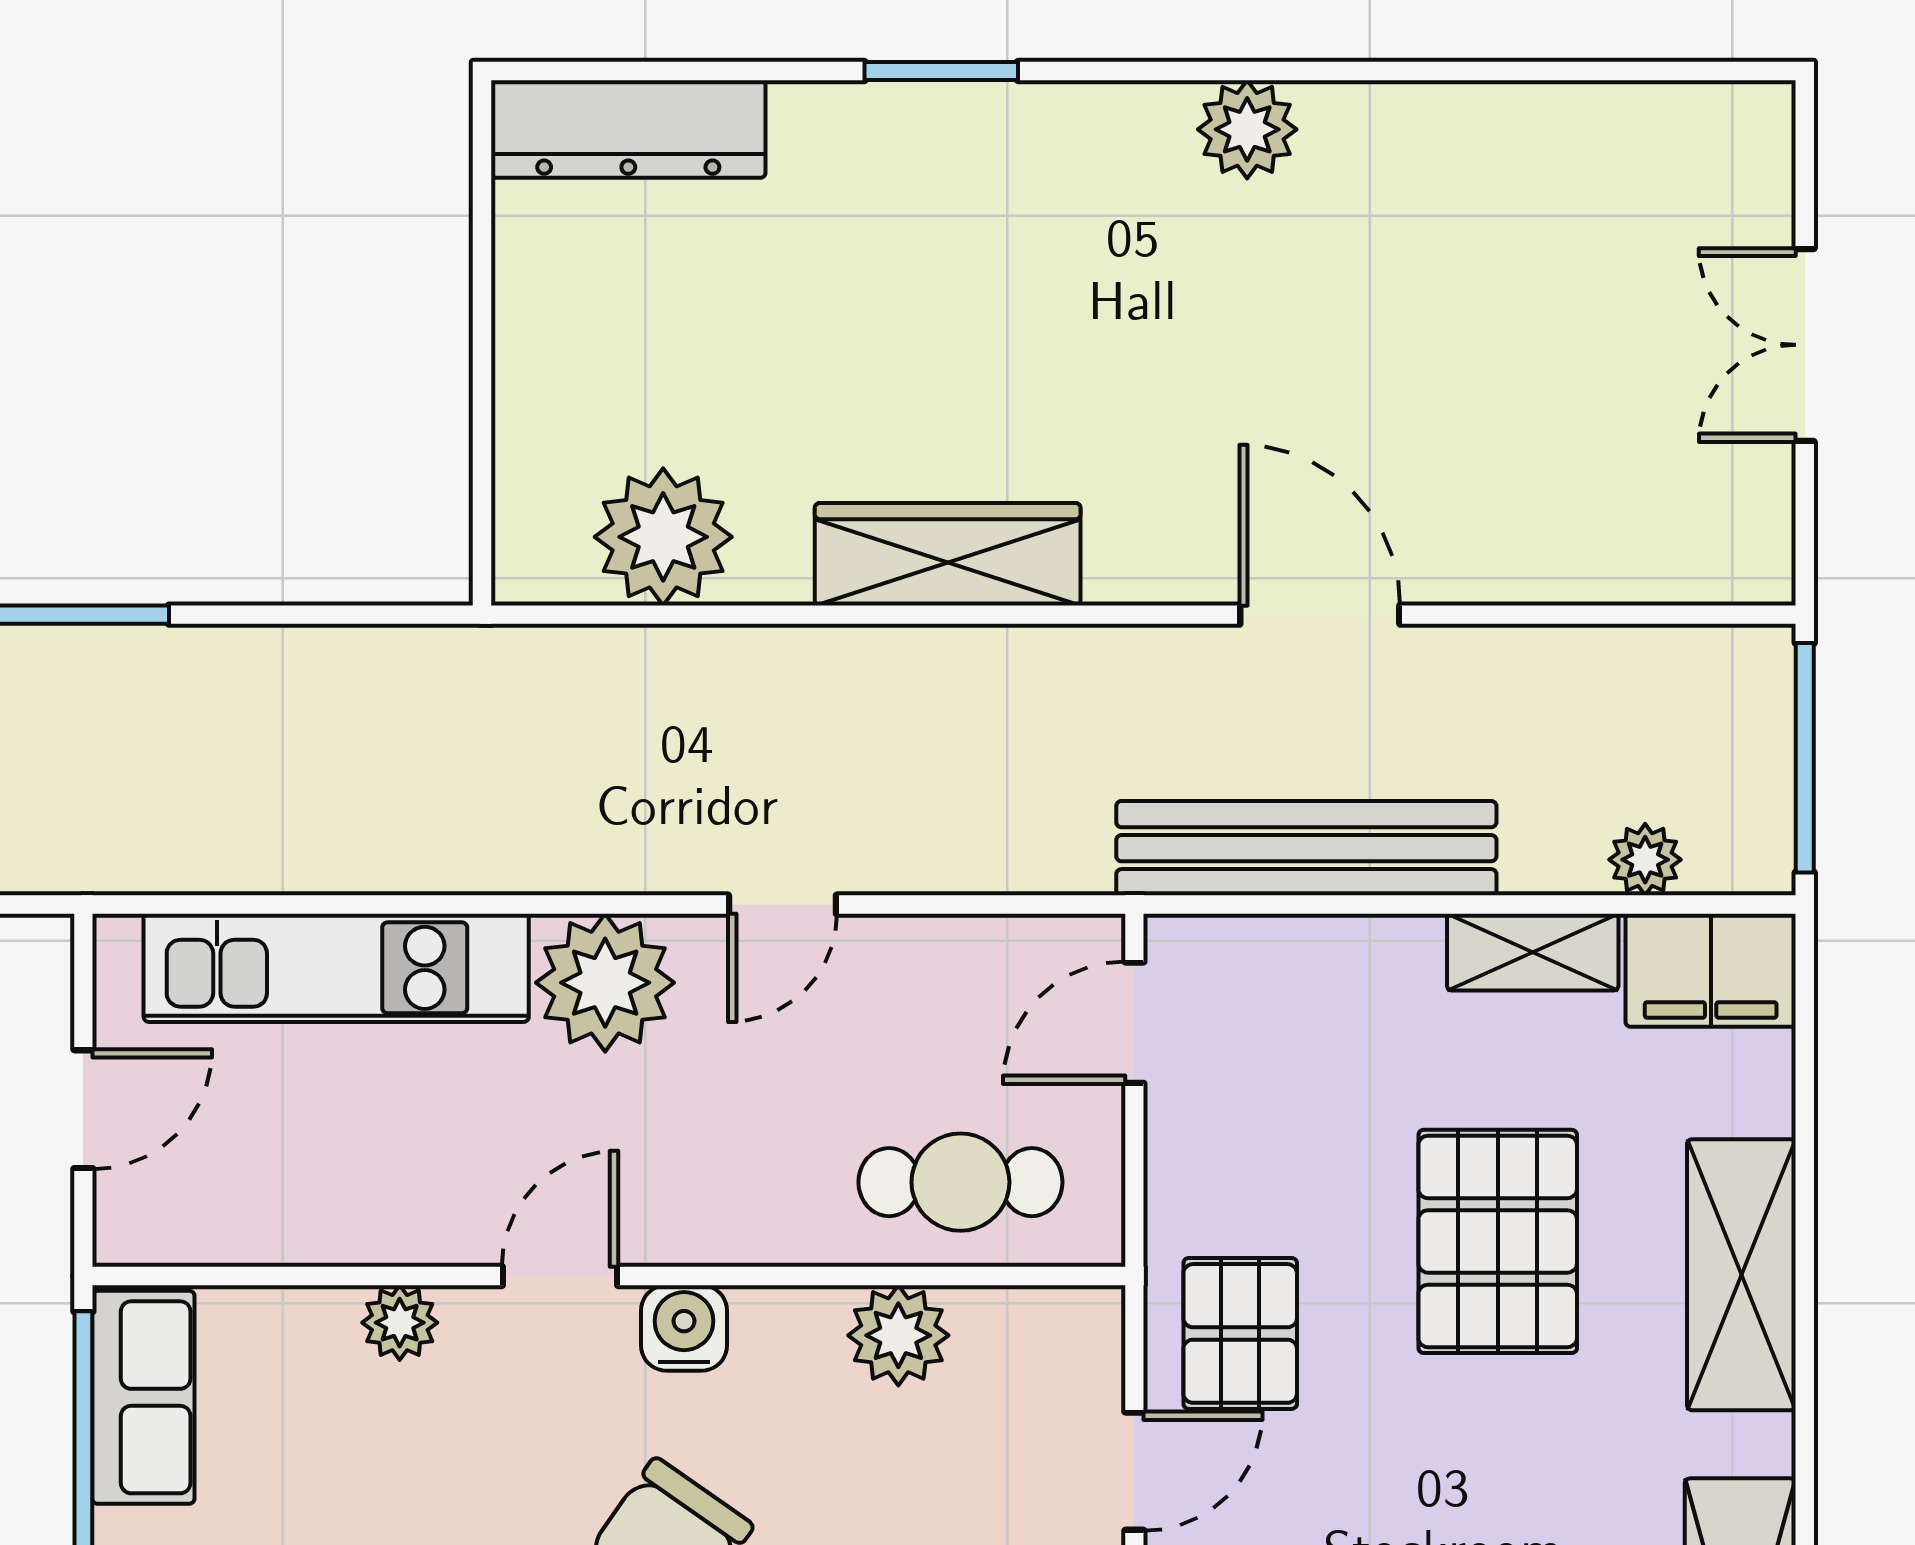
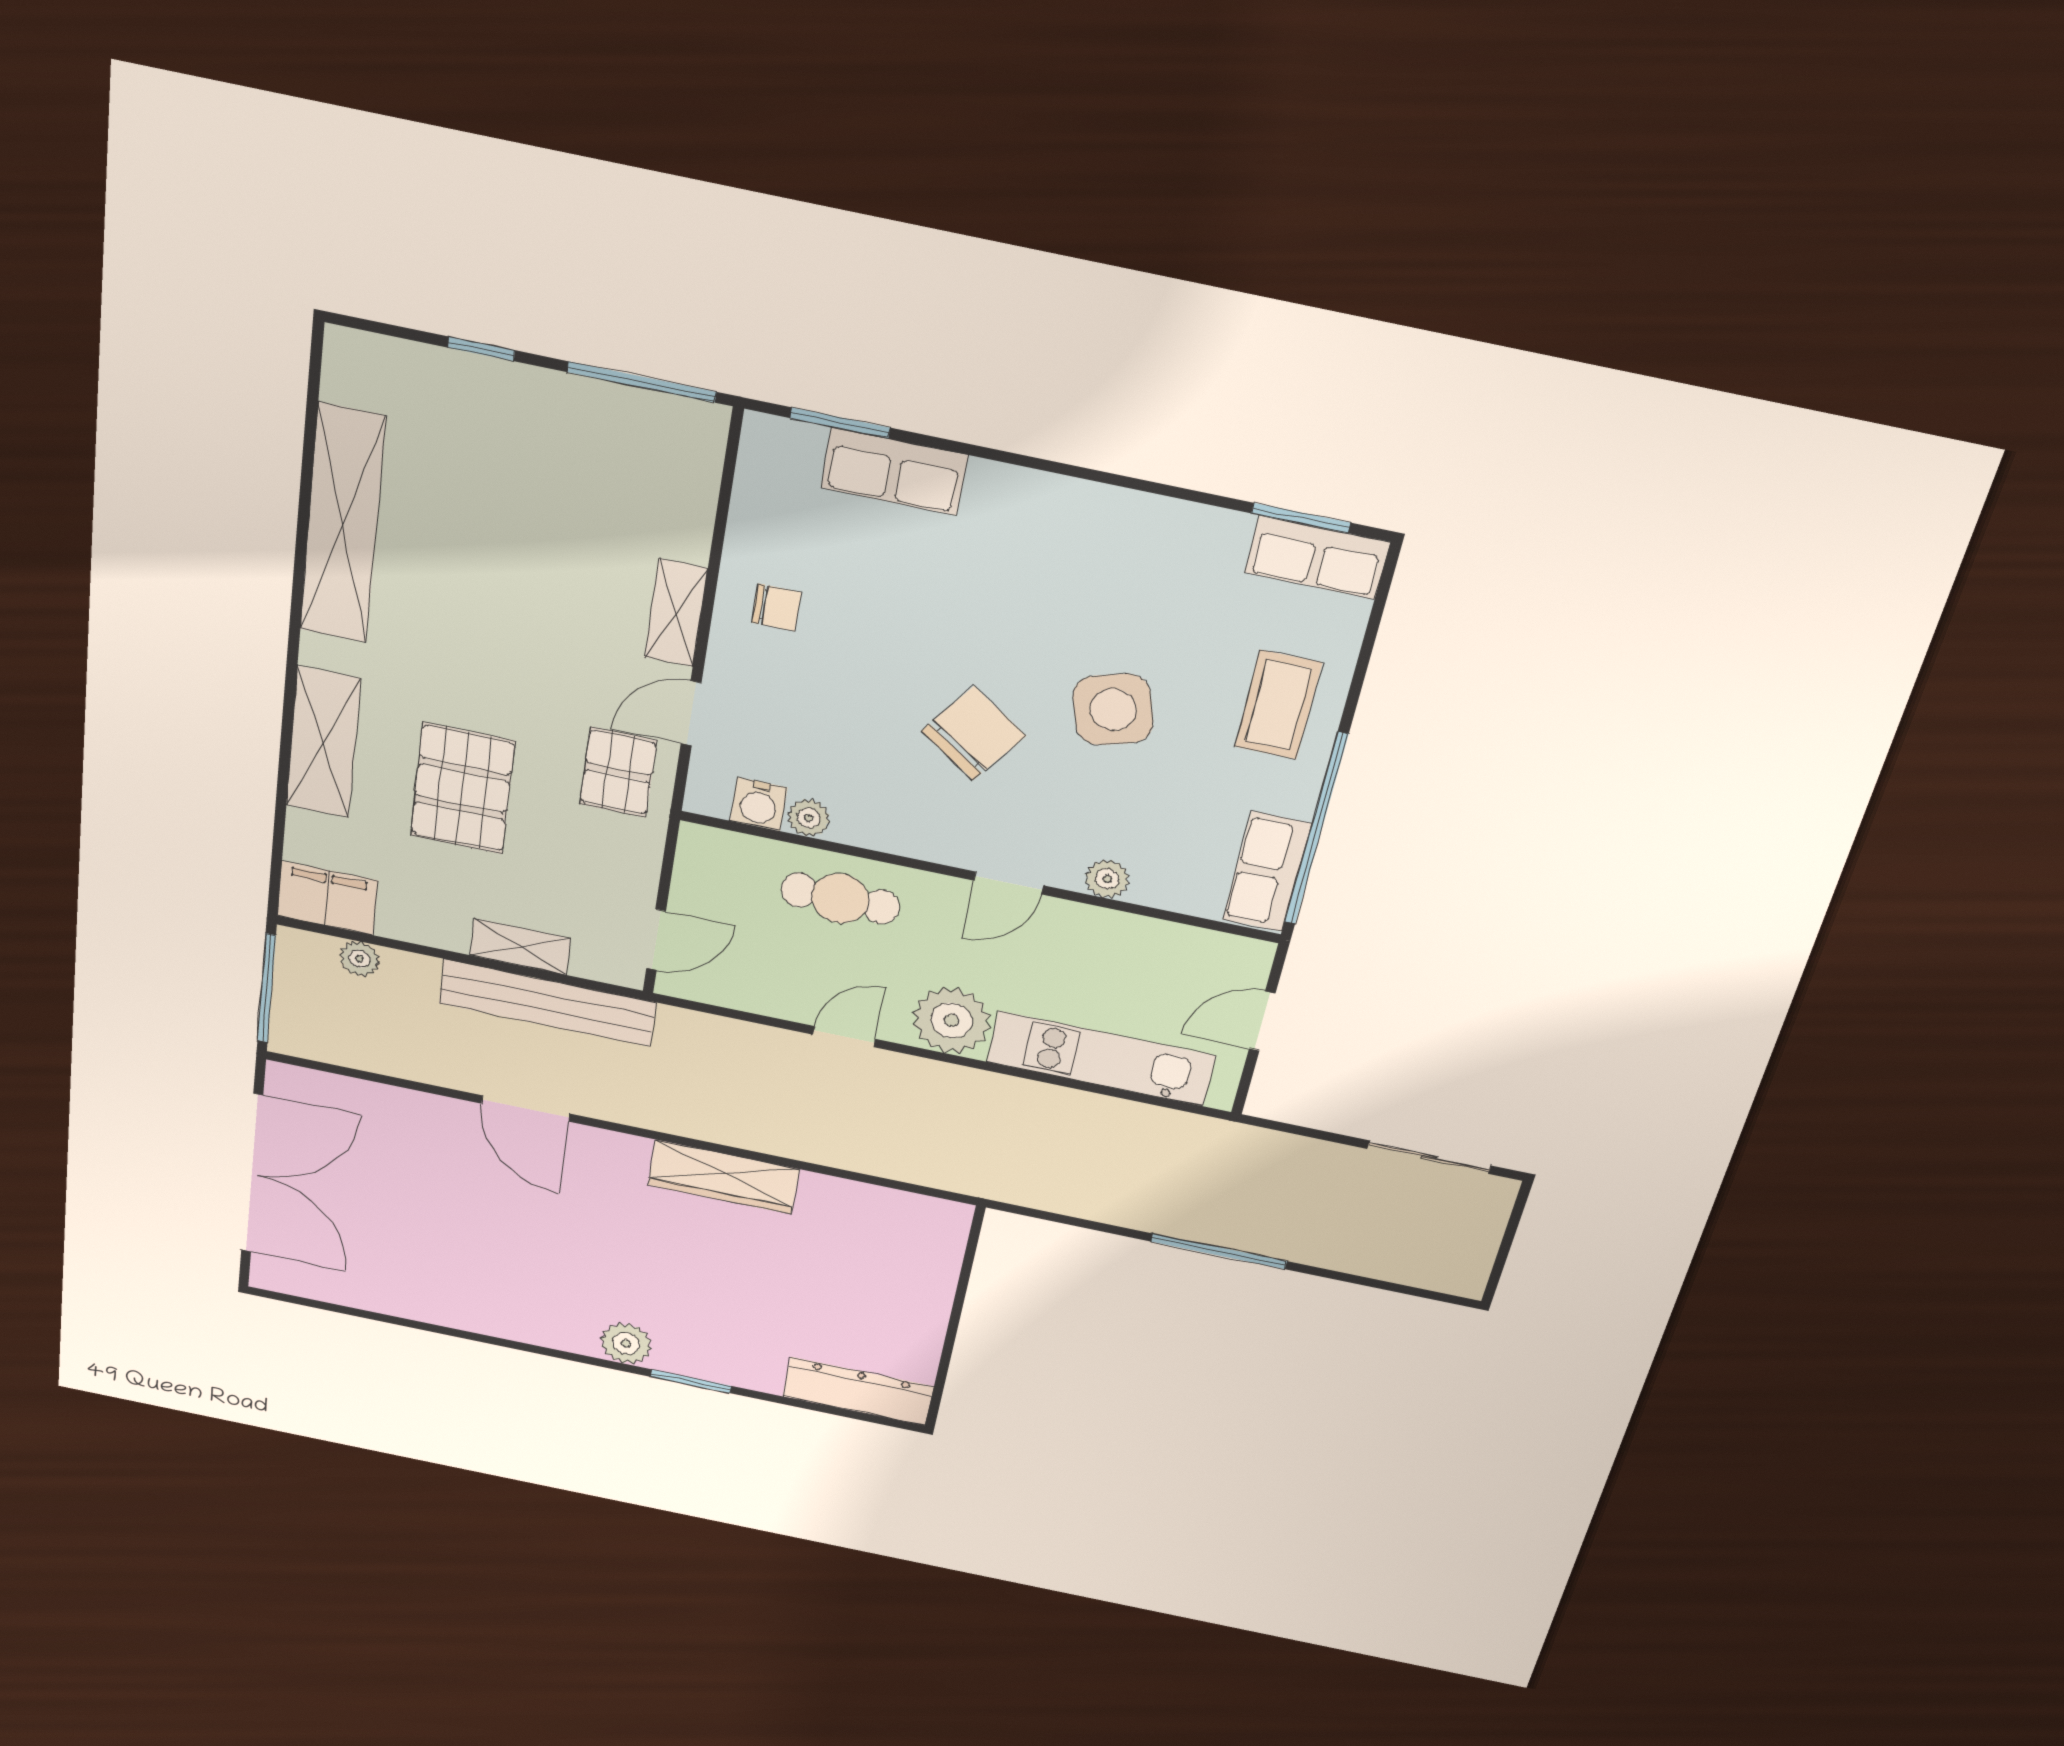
plant: (1247, 129) -> (626, 1343), moved
double door: (1805, 345) -> (252, 1174), width x1.87
plant: (663, 537) -> (876, 1216), removed
shelving: (1533, 952) -> (520, 947), moved
cafe table: (960, 1182) -> (840, 898), moved
water cooler: (684, 1328) -> (759, 804), moved
plant: (898, 1335) -> (809, 818), width x0.73, depth x0.73

